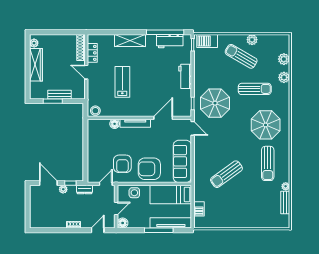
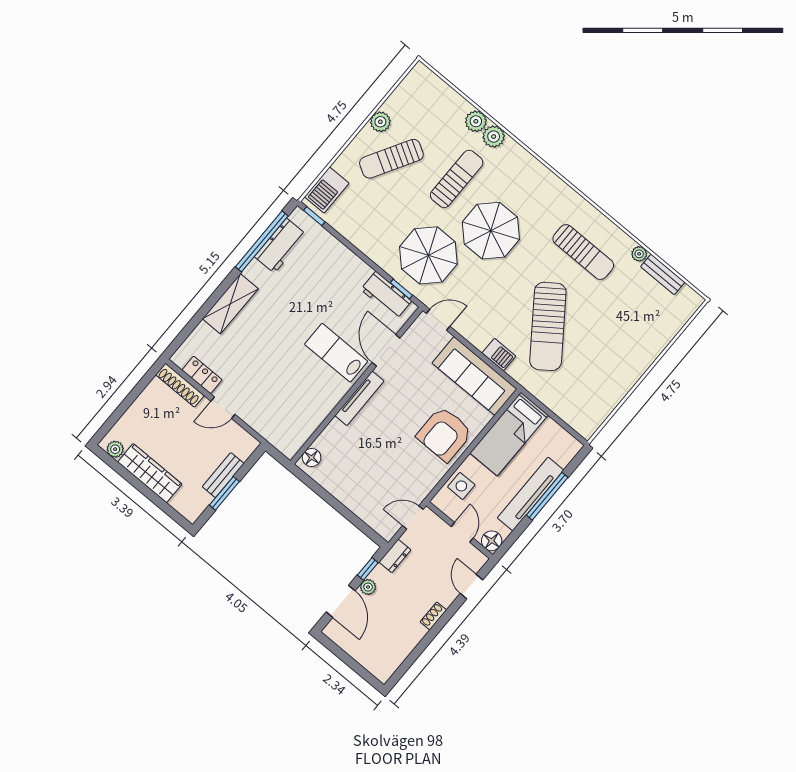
plant: (284, 59) -> (494, 137), moved
workbench: (185, 76) -> (386, 295), moved
lab bench: (122, 82) -> (336, 353), moved
stool: (95, 111) -> (291, 442), removed
floor lamp: (115, 124) -> (312, 458), moved
parasol: (266, 125) -> (491, 231), moved
armchair: (122, 164) -> (404, 468), removed
sun lounger: (226, 174) -> (548, 326), width x1.36, depth x1.34
door: (48, 183) -> (341, 601), swing flipped
door: (106, 184) -> (413, 517), hinge flipped
barbecue: (199, 209) -> (499, 355), moved
tv unit: (171, 223) -> (530, 494), moved

